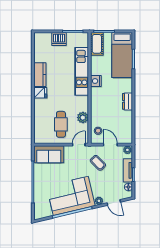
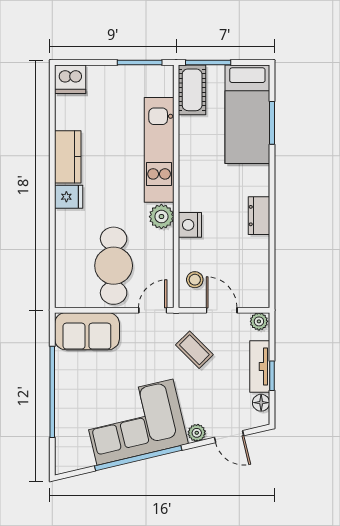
dishwasher: (59, 39) -> (70, 79), moved
nightstand: (96, 81) -> (190, 225), moved
plant: (83, 118) -> (161, 217), moved
cafe table: (61, 124) -> (114, 266), width x1.37, depth x1.35

